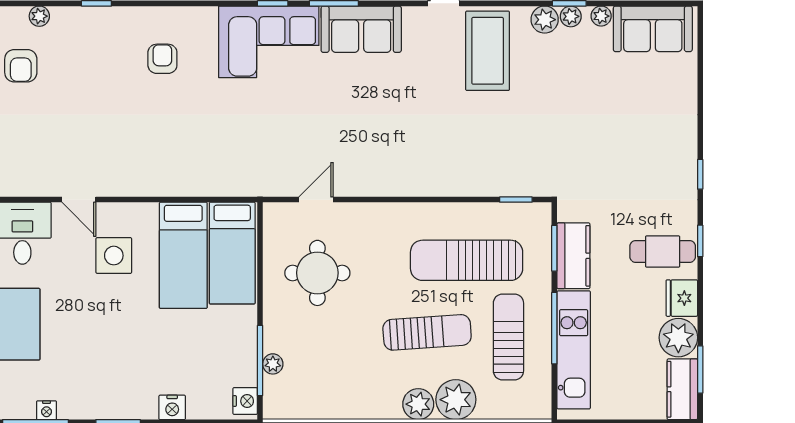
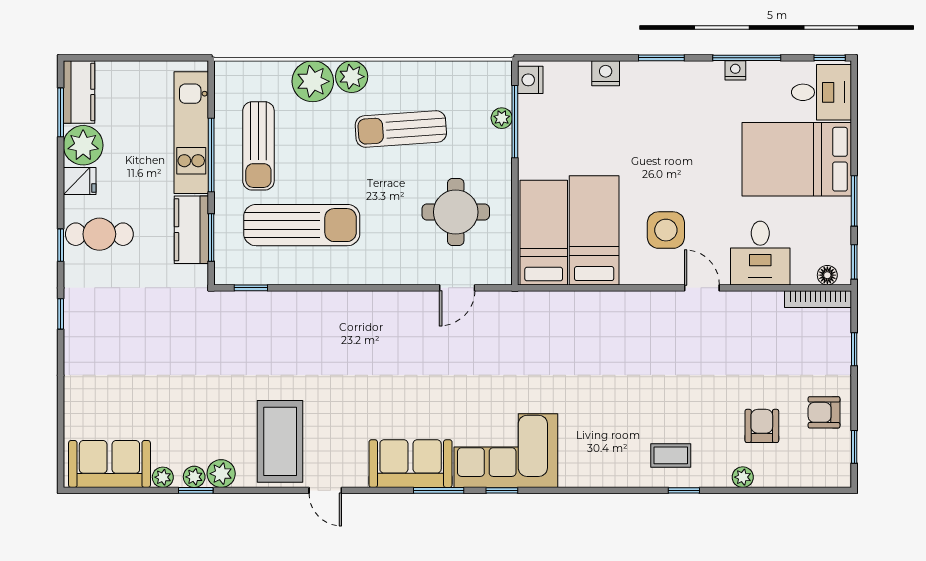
coffee table: (109, 37) -> (671, 455), added
armchair: (162, 59) -> (616, 433), removed
fridge: (682, 298) -> (80, 181), width x0.72
sun lounger: (427, 332) -> (401, 129), moved

